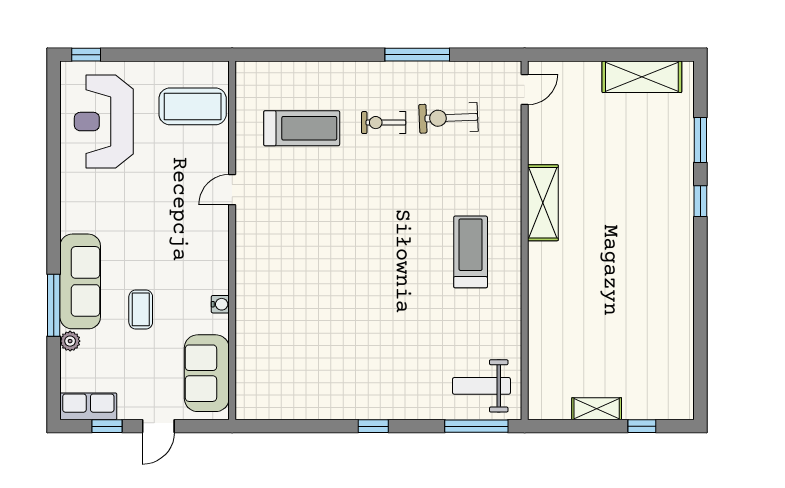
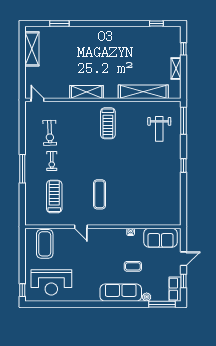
window: (417, 55) -> (22, 169), moved
window: (700, 201) -> (156, 24), moved
exercise mat: (307, 233) -> (100, 194), added
treadmill: (471, 252) -> (108, 123), turned -90
window: (54, 305) -> (162, 304), moved
shelving: (543, 333) -> (143, 92), added
weight bench: (481, 386) -> (159, 129), moved
door: (158, 426) -> (184, 259), hinge flipped

